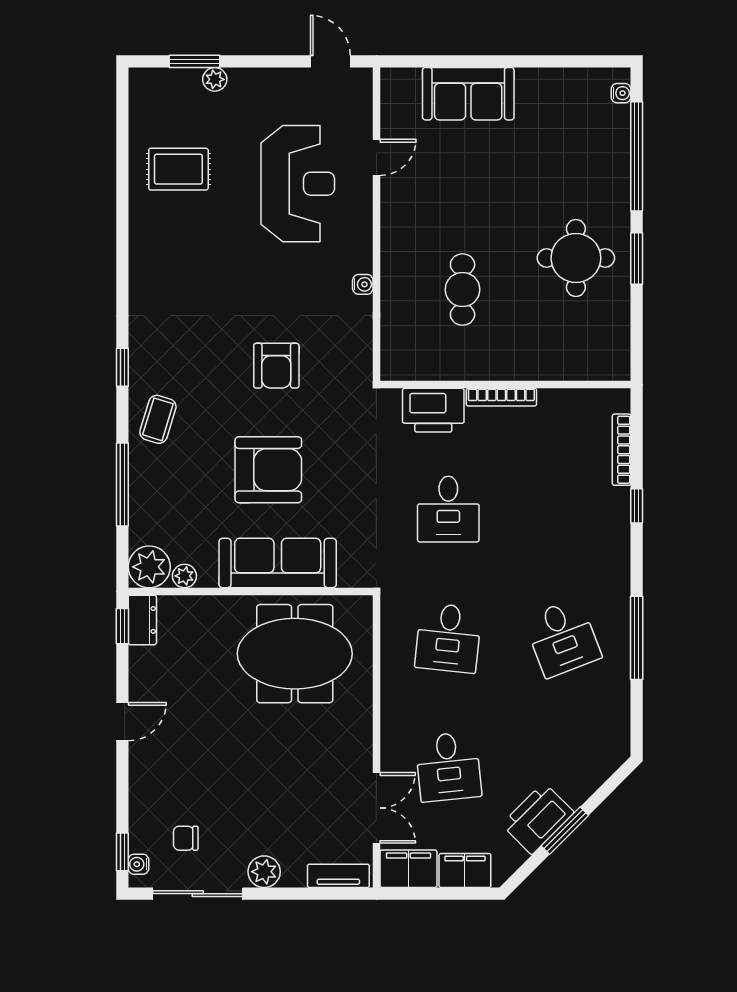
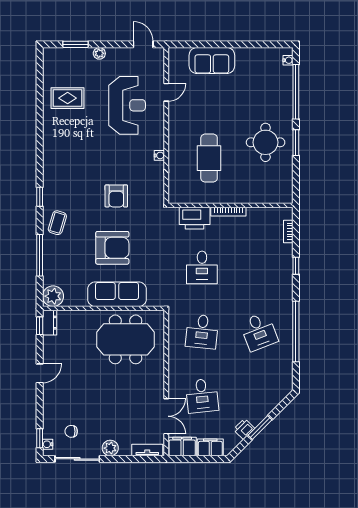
plant: (215, 79) -> (99, 53), moved
cafe table: (463, 290) -> (209, 158), width x1.37, depth x1.35
bookcase: (622, 450) -> (288, 231), width x0.64
plant: (184, 576) -> (71, 301), removed
window: (637, 638) -> (296, 332), width x1.46
printer: (538, 819) -> (244, 429), width x0.53, depth x0.68

